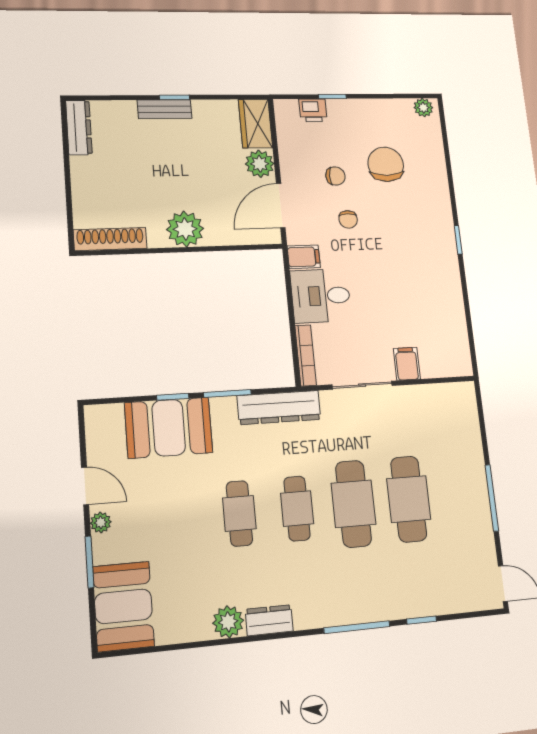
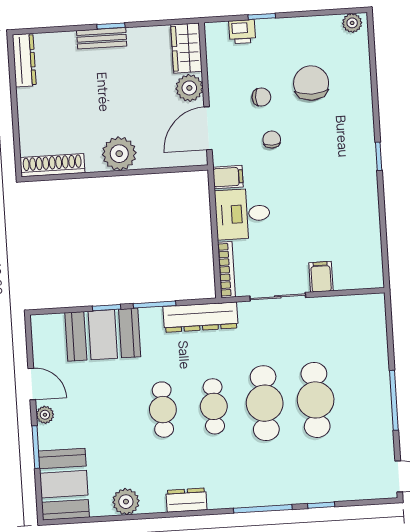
chair: (348, 219) -> (272, 140), turned 180
plant: (228, 622) -> (126, 502), moved

